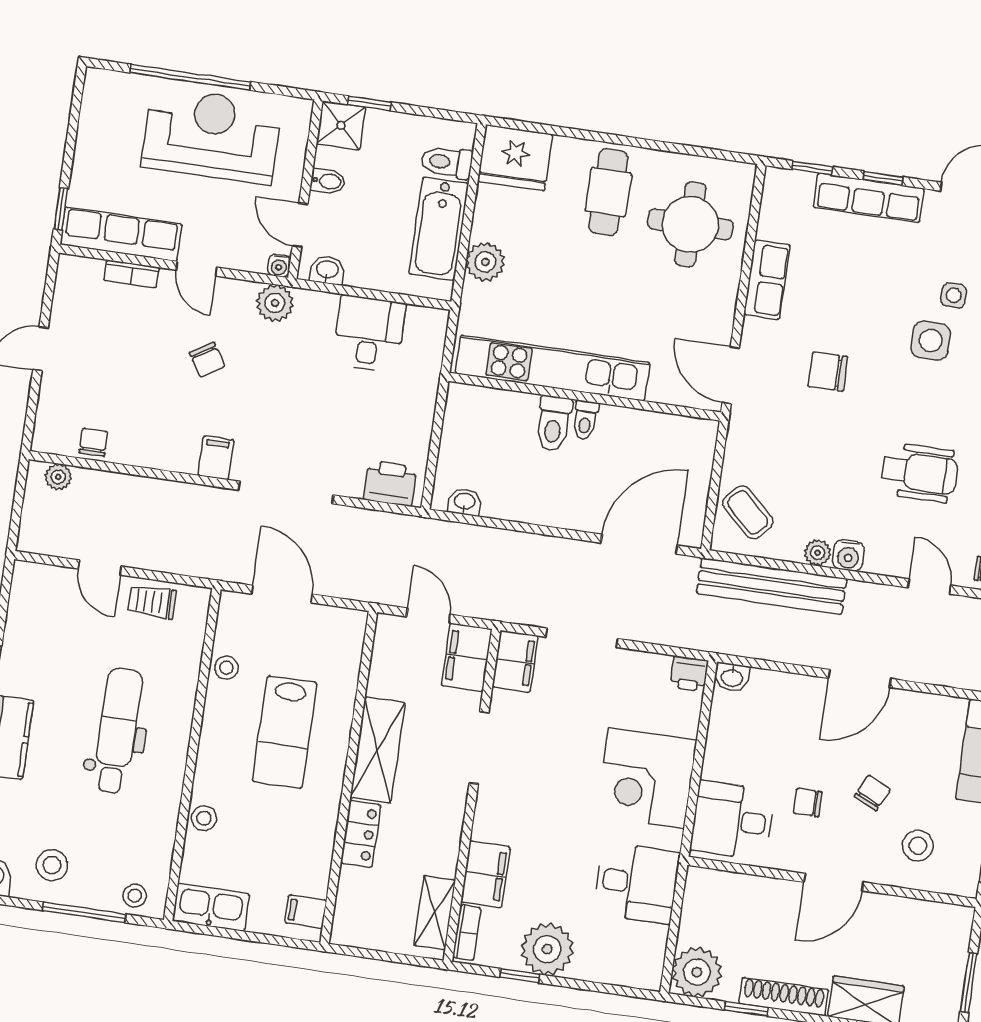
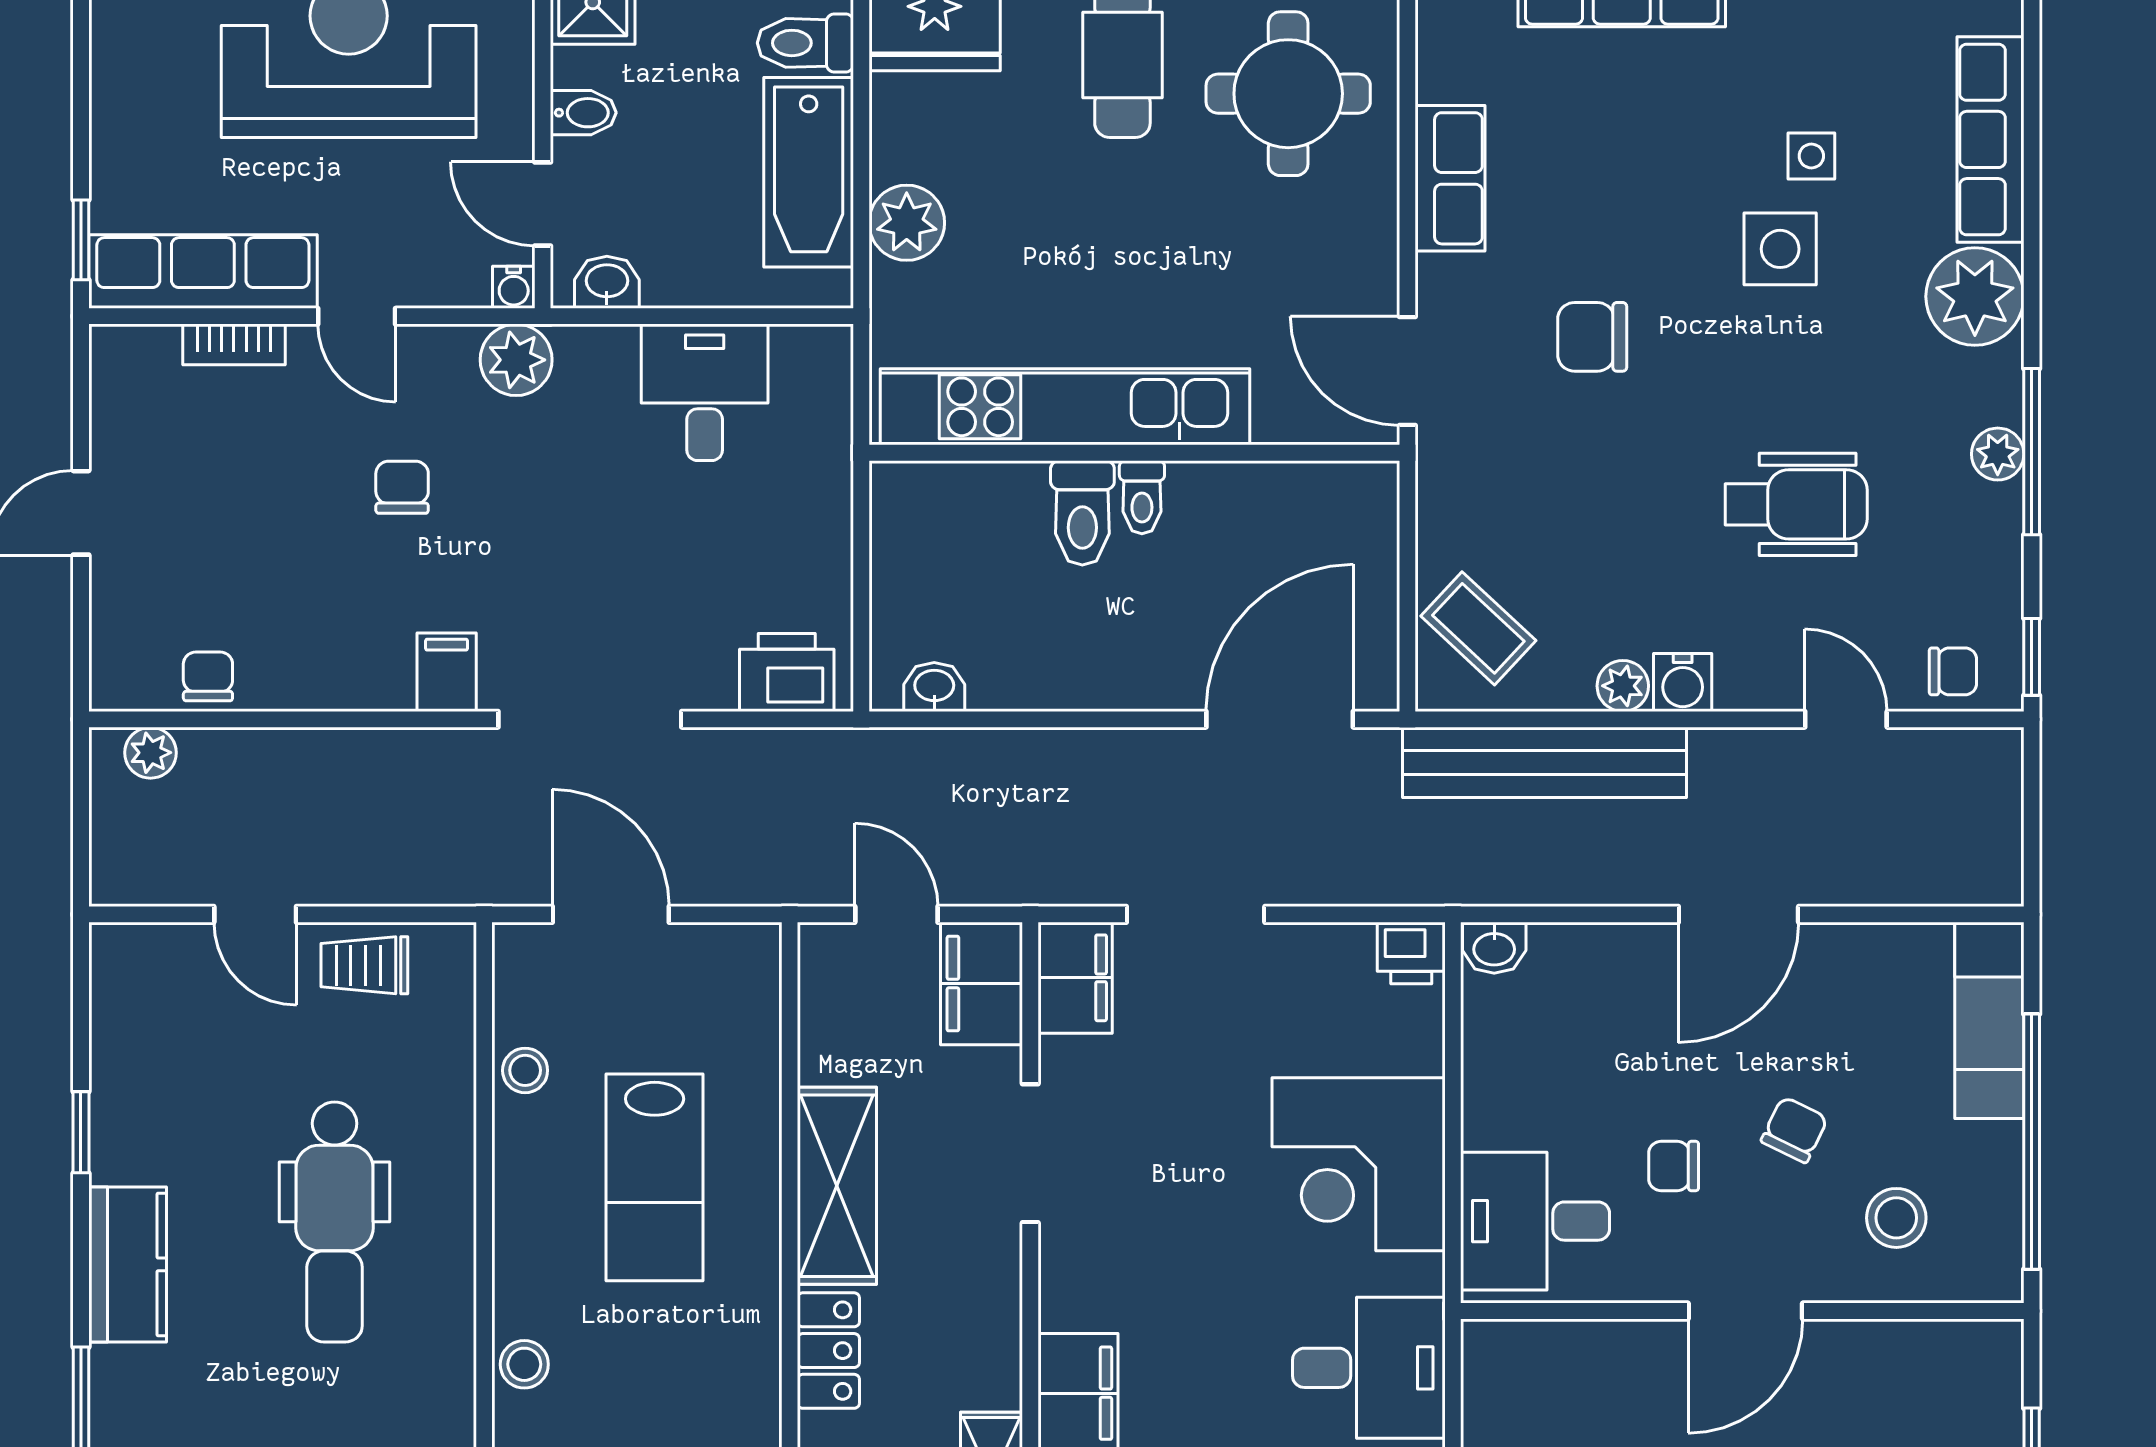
chair: (207, 360) -> (402, 487), turned -148
dental chair: (117, 731) -> (335, 1222), turned 180

